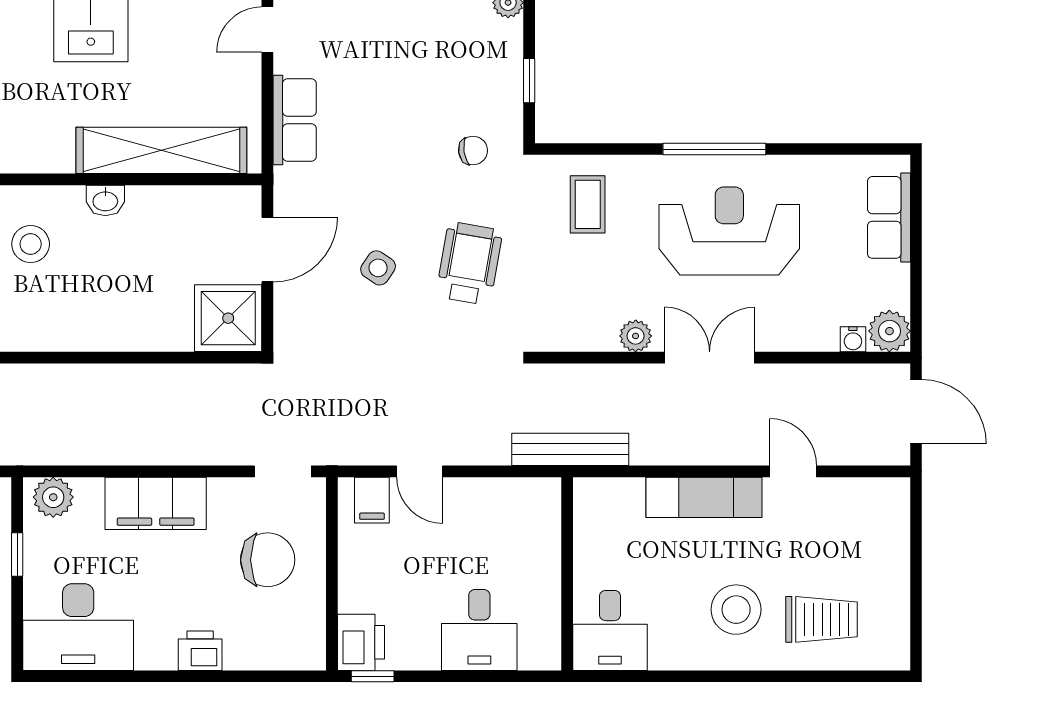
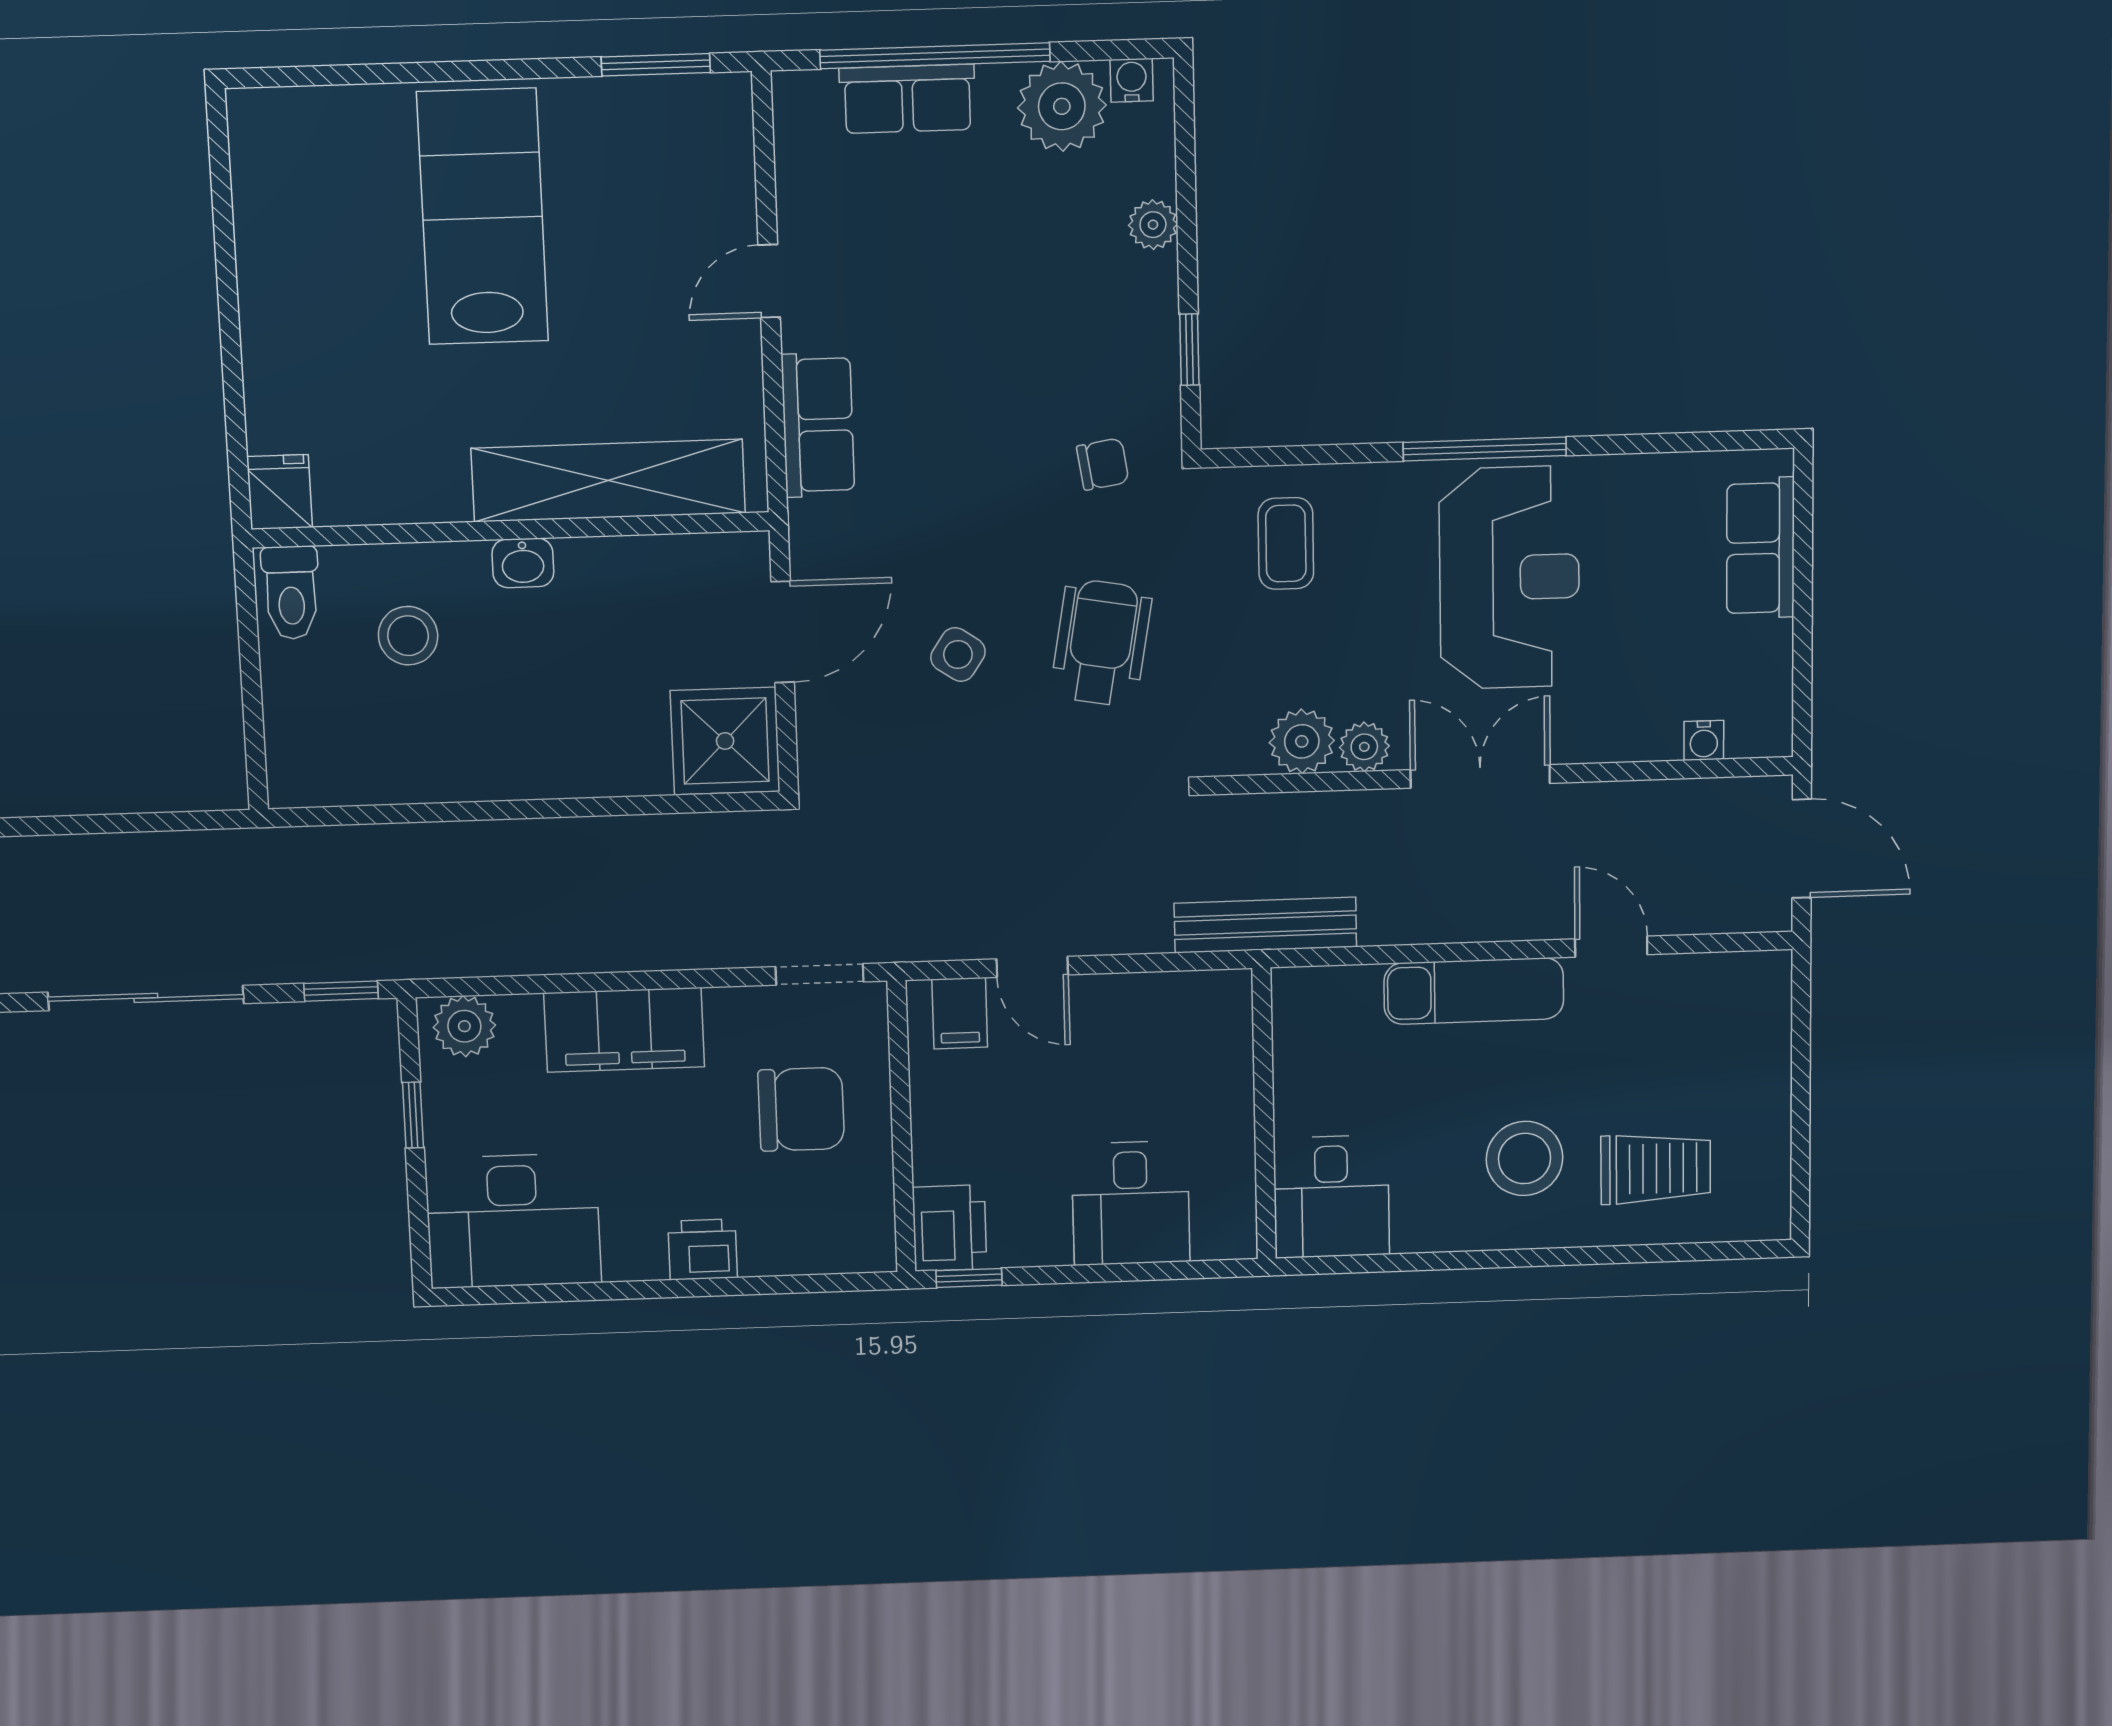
reception desk: (729, 231) -> (1509, 578), turned 90
plant: (889, 331) -> (1302, 741), moved

